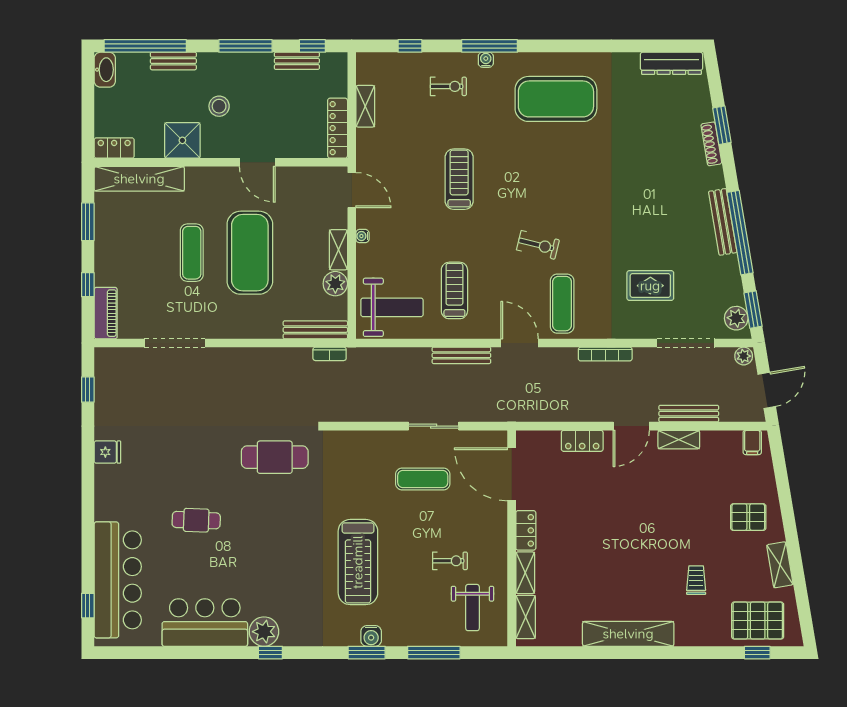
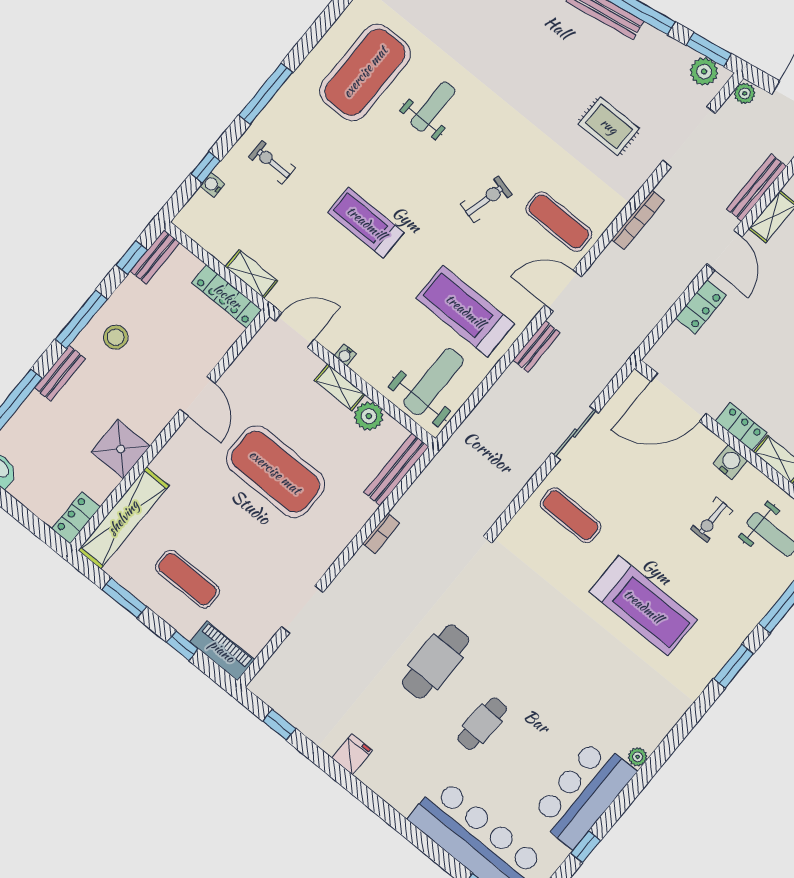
water cooler: (486, 60) -> (212, 185), moved
bench: (173, 61) -> (60, 373), moved
bench: (297, 61) -> (155, 257), moved
exercise bike: (448, 86) -> (272, 162), turned -90
stool: (219, 106) -> (116, 337), moved
shelving: (365, 106) -> (251, 274), moved
weight bench: (570, 161) -> (433, 107), added
door: (257, 162) -> (198, 396), hinge flipped
exercise mat: (192, 253) -> (187, 579), moved
rug: (650, 286) -> (609, 126), turned 90
treadmill: (454, 290) -> (465, 311), width x1.37, depth x1.38
doorway: (175, 343) -> (302, 609), width x0.73
bookcase: (330, 354) -> (381, 533), moved
bench: (461, 355) -> (536, 347), width x0.73
cafe table: (275, 457) -> (436, 661), moved
exercise mat: (423, 479) -> (571, 515), moved, turned 90
exercise bike: (450, 561) -> (712, 520), turned 180
plant: (264, 632) -> (638, 757), width x0.53, depth x0.53
water cooler: (371, 636) -> (730, 462), moved, turned -90
window: (270, 653) -> (586, 847), moved

